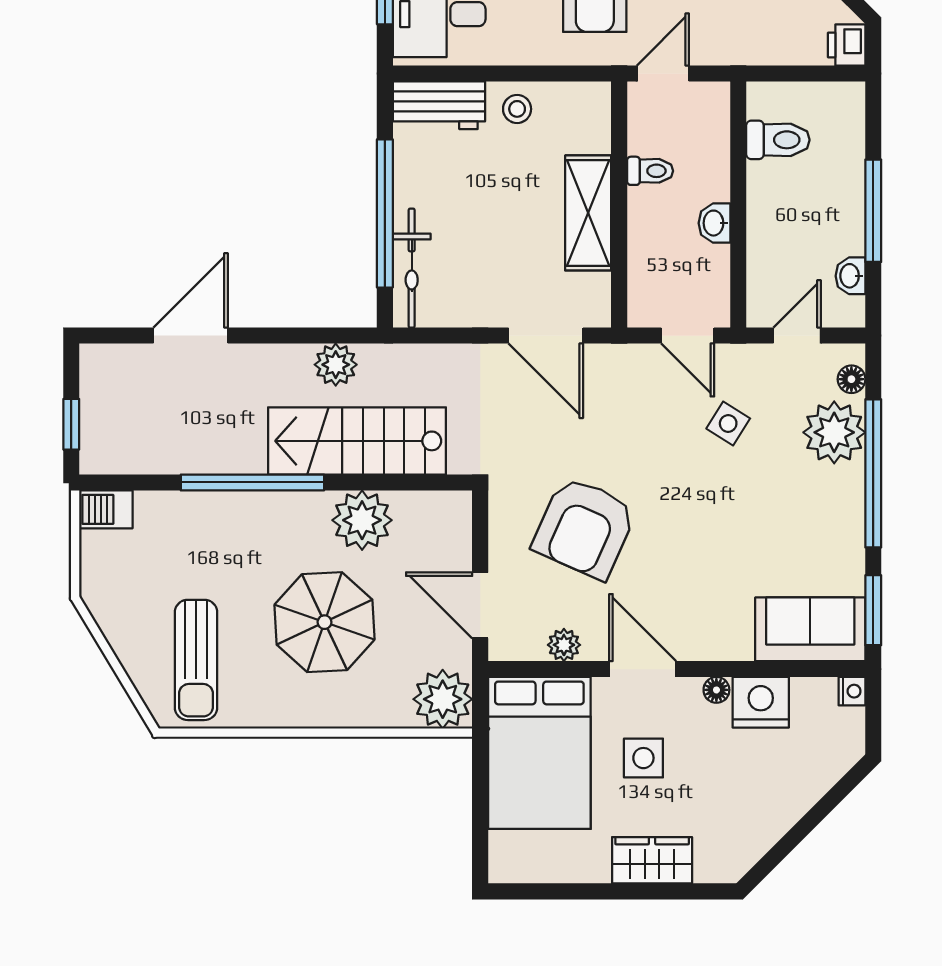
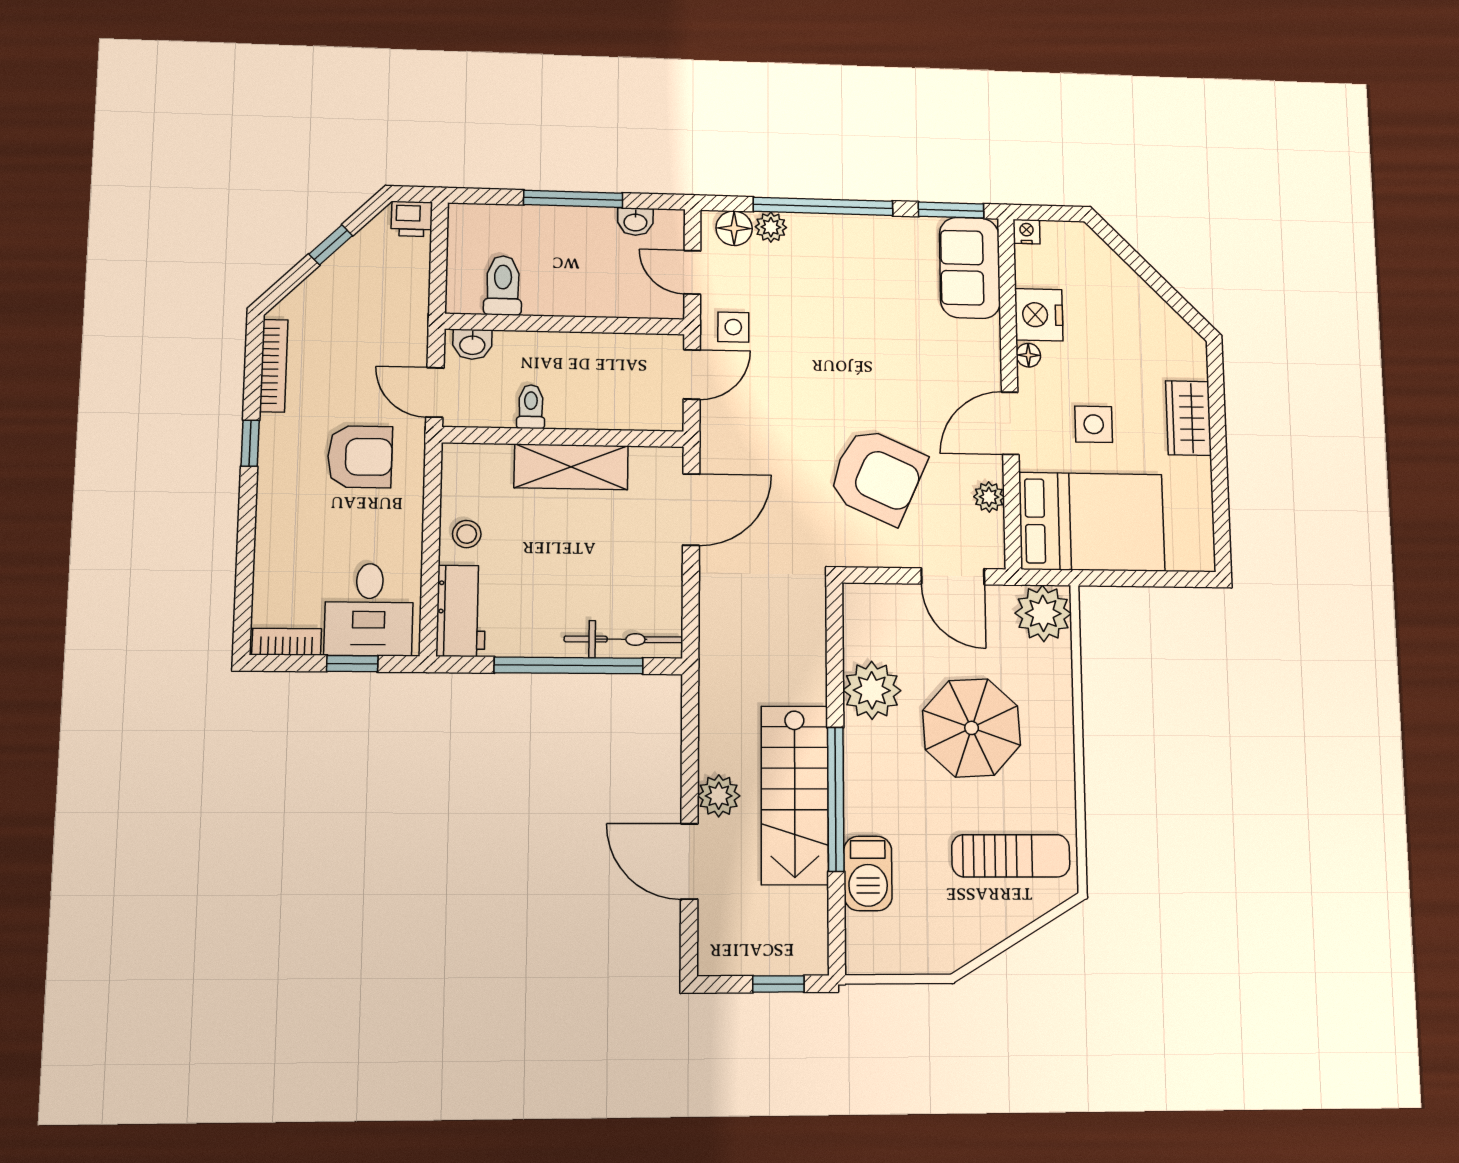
washbasin: (714, 223) -> (472, 344), moved
plant: (336, 365) -> (719, 796), moved
floor lamp: (851, 379) -> (734, 228), width x1.37, depth x1.37
side table: (728, 424) -> (733, 327), moved, turned -32
plant: (834, 432) -> (771, 227), width x0.53, depth x0.53
stairs: (357, 441) -> (795, 795), moved
barbecue: (106, 509) -> (868, 873), moved, width x1.38, depth x1.27
door: (480, 605) -> (953, 576), hinge flipped

